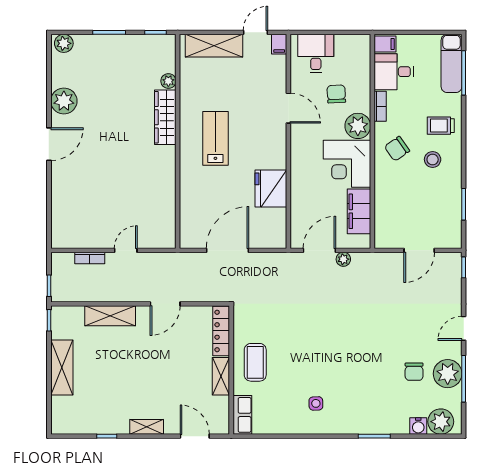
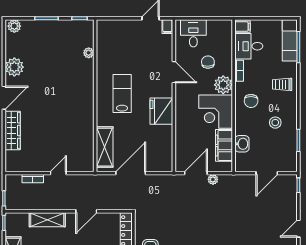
shelving: (214, 46) -> (105, 147), moved, turned 90
wardrobe: (165, 117) -> (13, 131), moved, turned 180
chair: (397, 149) -> (251, 101), turned -53
stool: (433, 159) -> (275, 123), moved
fridge: (271, 188) -> (161, 111), moved
washbasin: (384, 209) -> (242, 144), added

